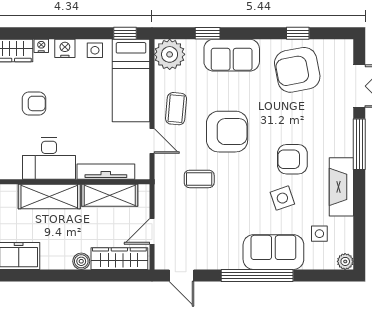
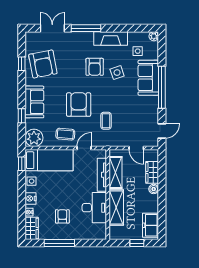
wardrobe: (119, 259) -> (152, 172), width x0.67

